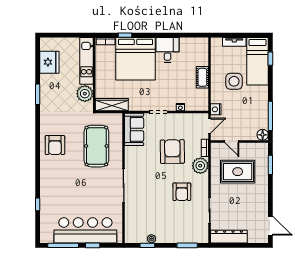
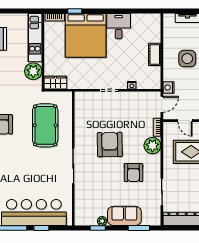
wardrobe: (112, 105) -> (55, 83), width x0.67
sofa: (134, 129) -> (124, 216), moved, turned -90
armchair: (172, 152) -> (110, 144), moved

